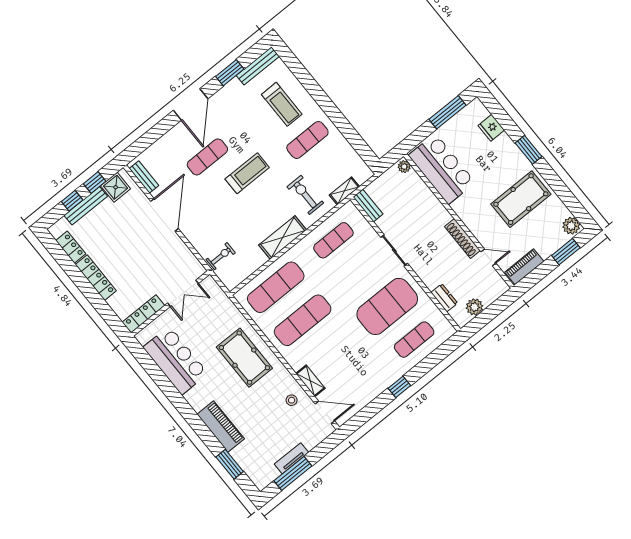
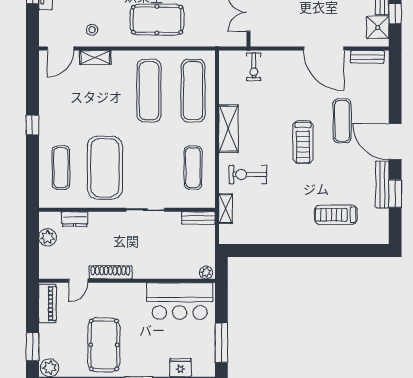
bench: (258, 66) -> (382, 184), moved
exercise mat: (307, 140) -> (290, 212), removed
exercise bike: (305, 195) -> (248, 175), turned 180

